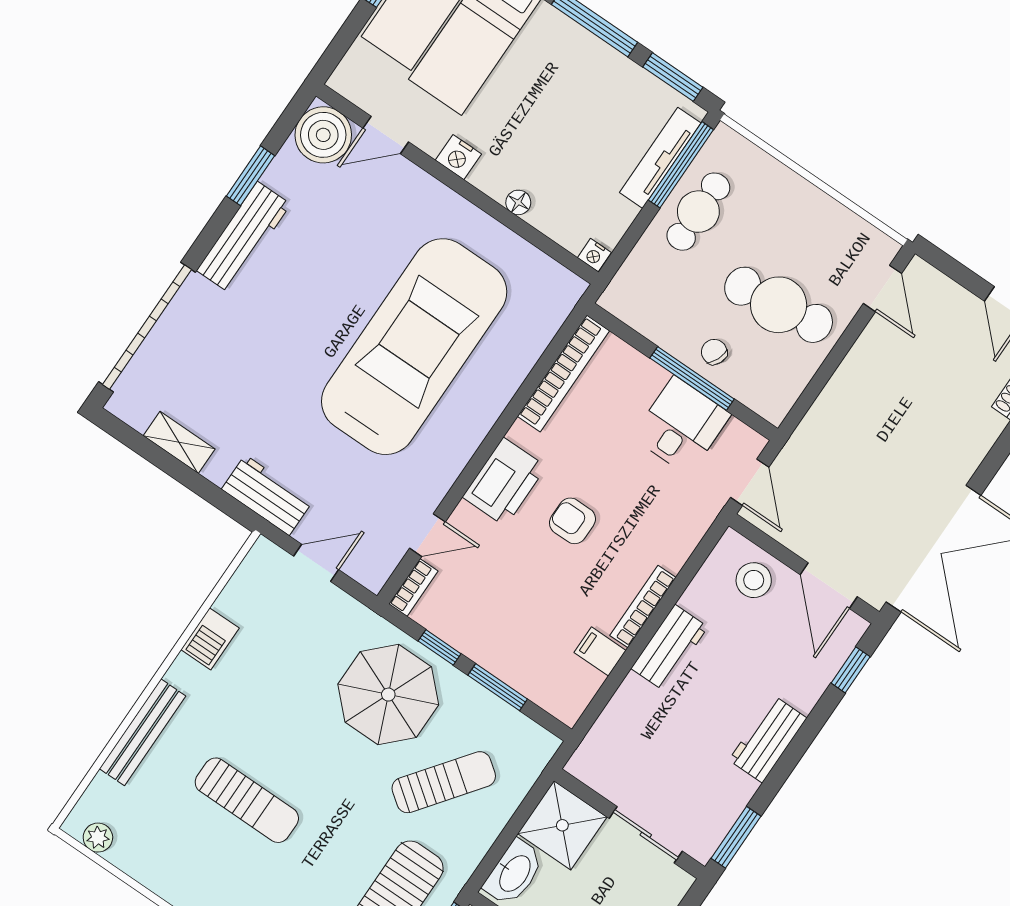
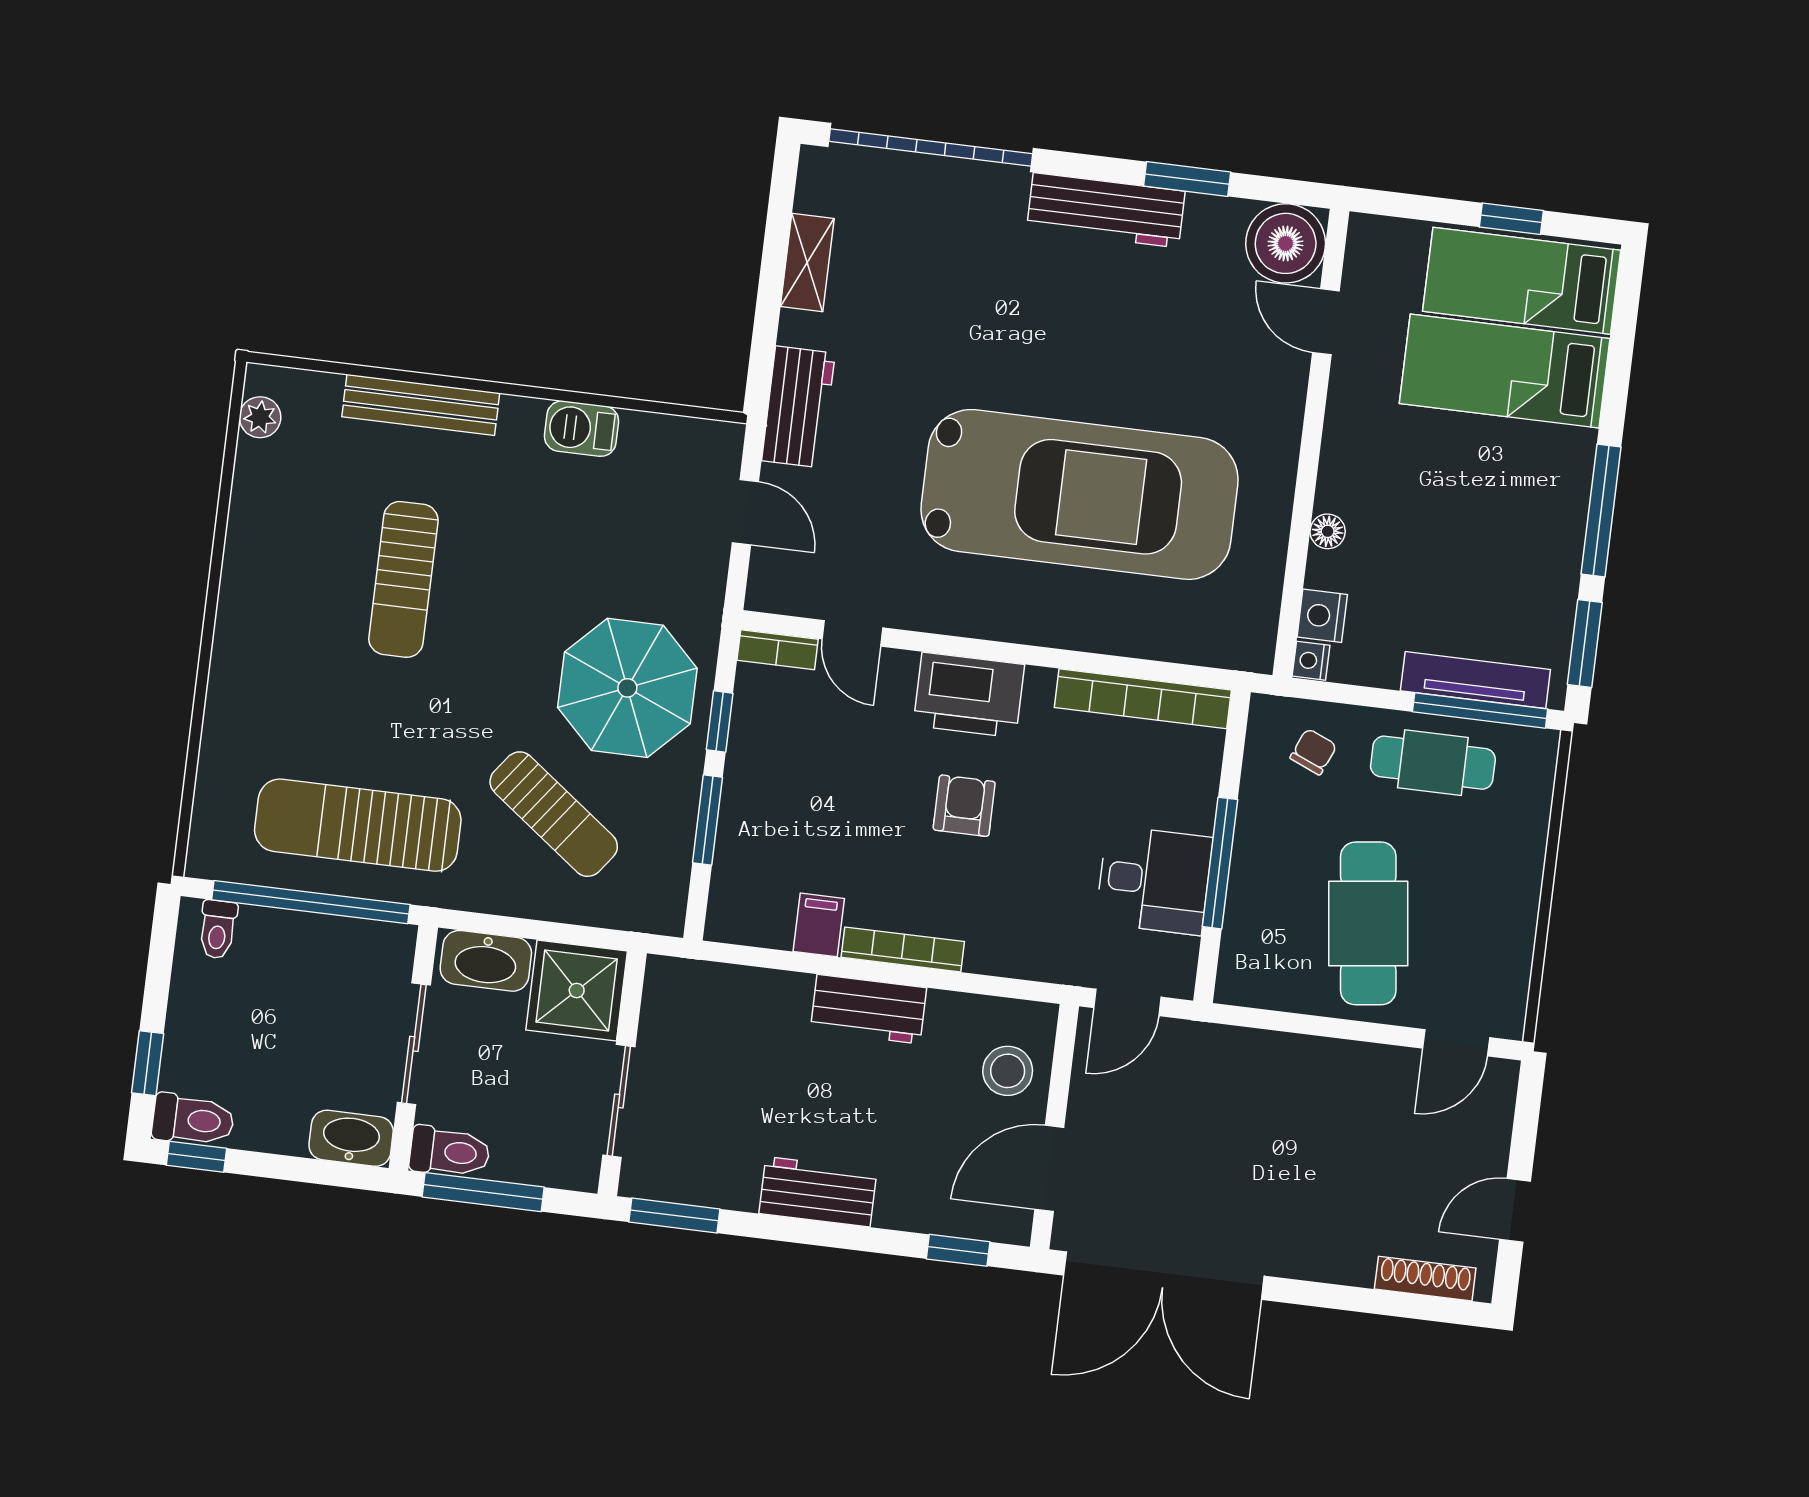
nightstand: (458, 157) -> (1322, 616), moved
chair: (714, 352) -> (1313, 752), moved

